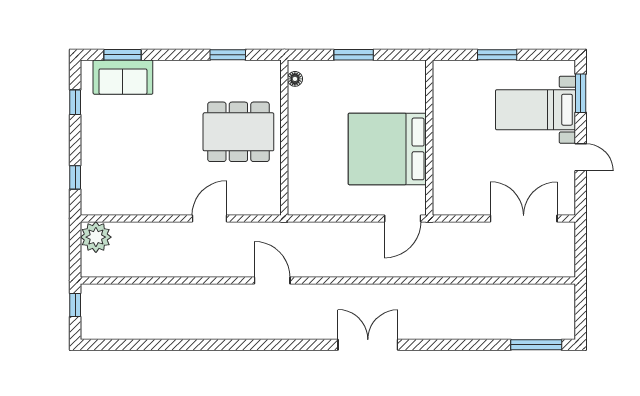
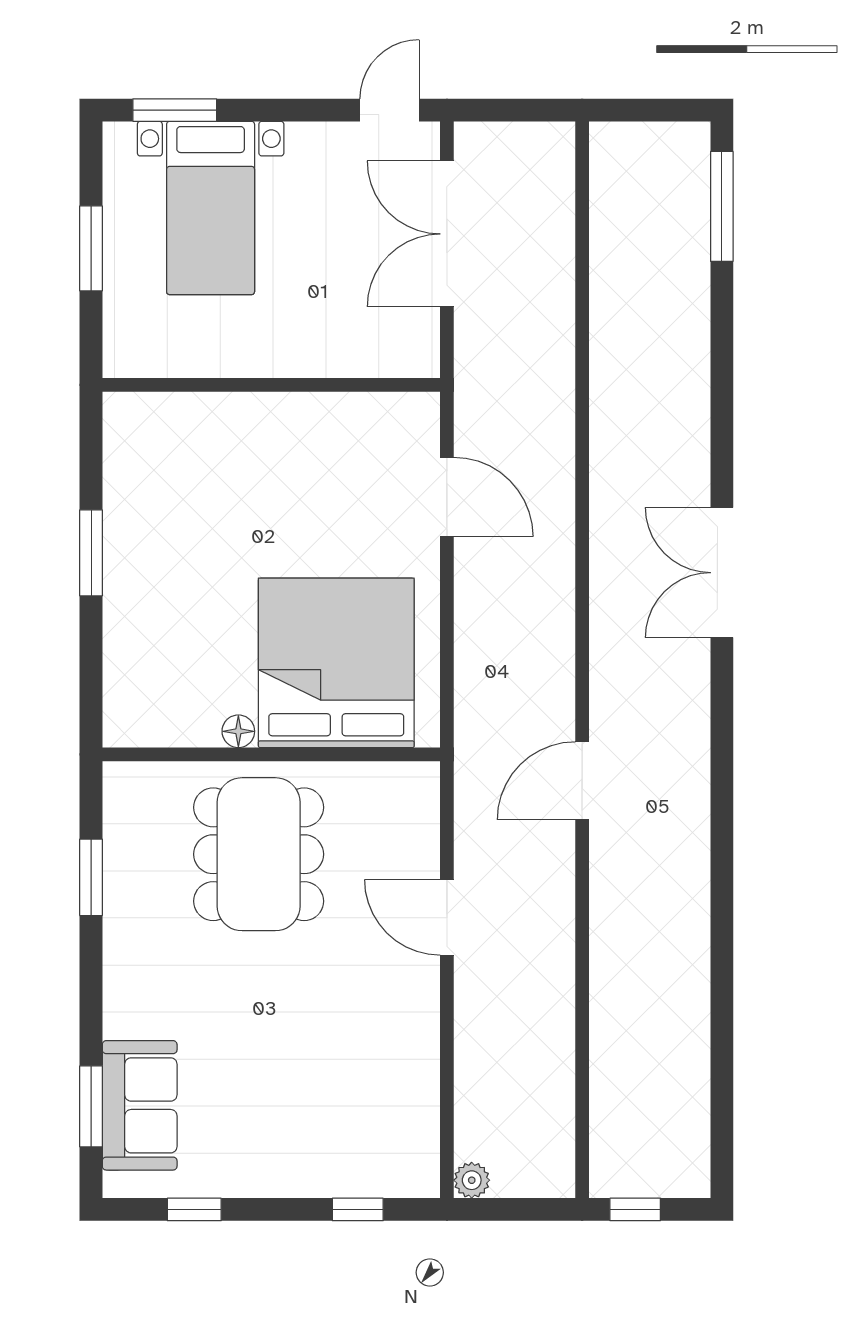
window: (354, 55) -> (91, 553), moved
window: (497, 55) -> (91, 248), moved
floor lamp: (295, 79) -> (238, 731), moved
wall: (429, 138) -> (271, 385), moved
bed: (387, 149) -> (336, 663), moved, turned 180
door: (581, 157) -> (390, 110), moved
plant: (96, 237) -> (472, 1180), width x0.53, depth x0.53

